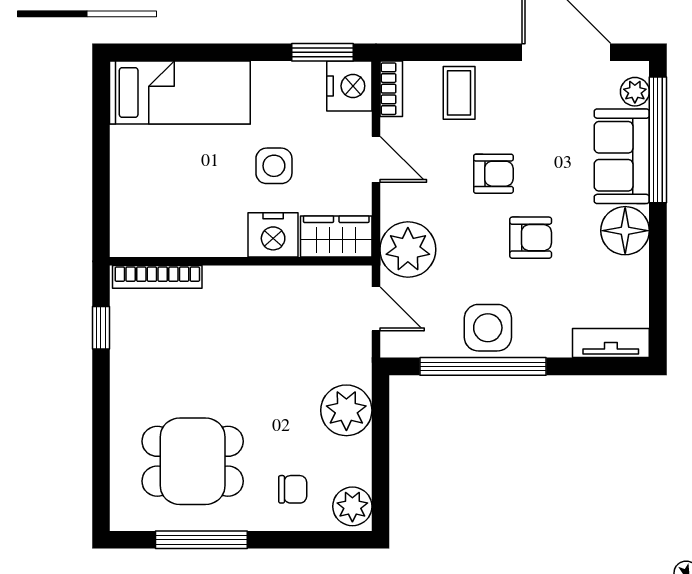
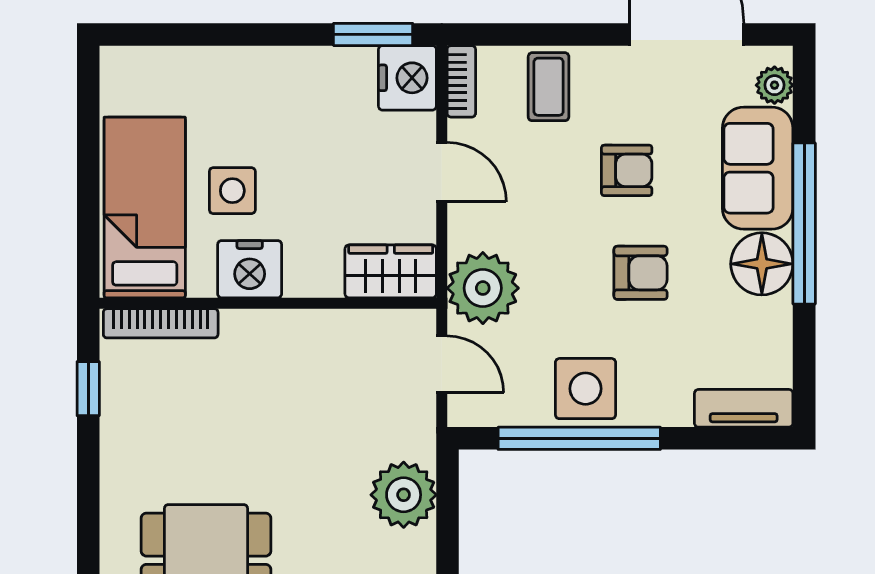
bed: (180, 93) -> (145, 208), moved, turned -90
window: (658, 140) -> (804, 224), moved
side table: (274, 166) -> (232, 191), moved
armchair: (493, 174) -> (627, 170), moved
nightstand: (273, 235) -> (250, 269), moved

